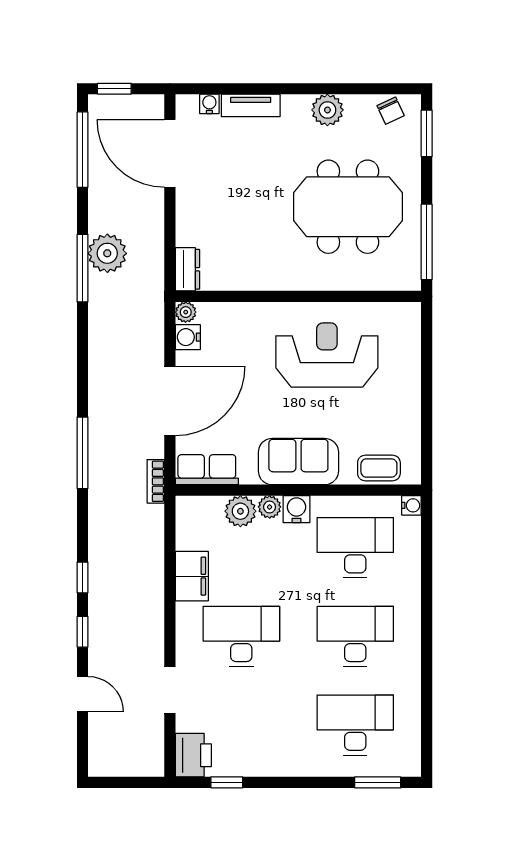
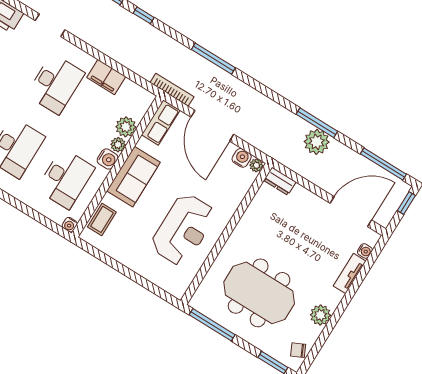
meeting table: (348, 207) -> (259, 293), turned 90
bookcase: (156, 481) -> (172, 90), width x1.56

